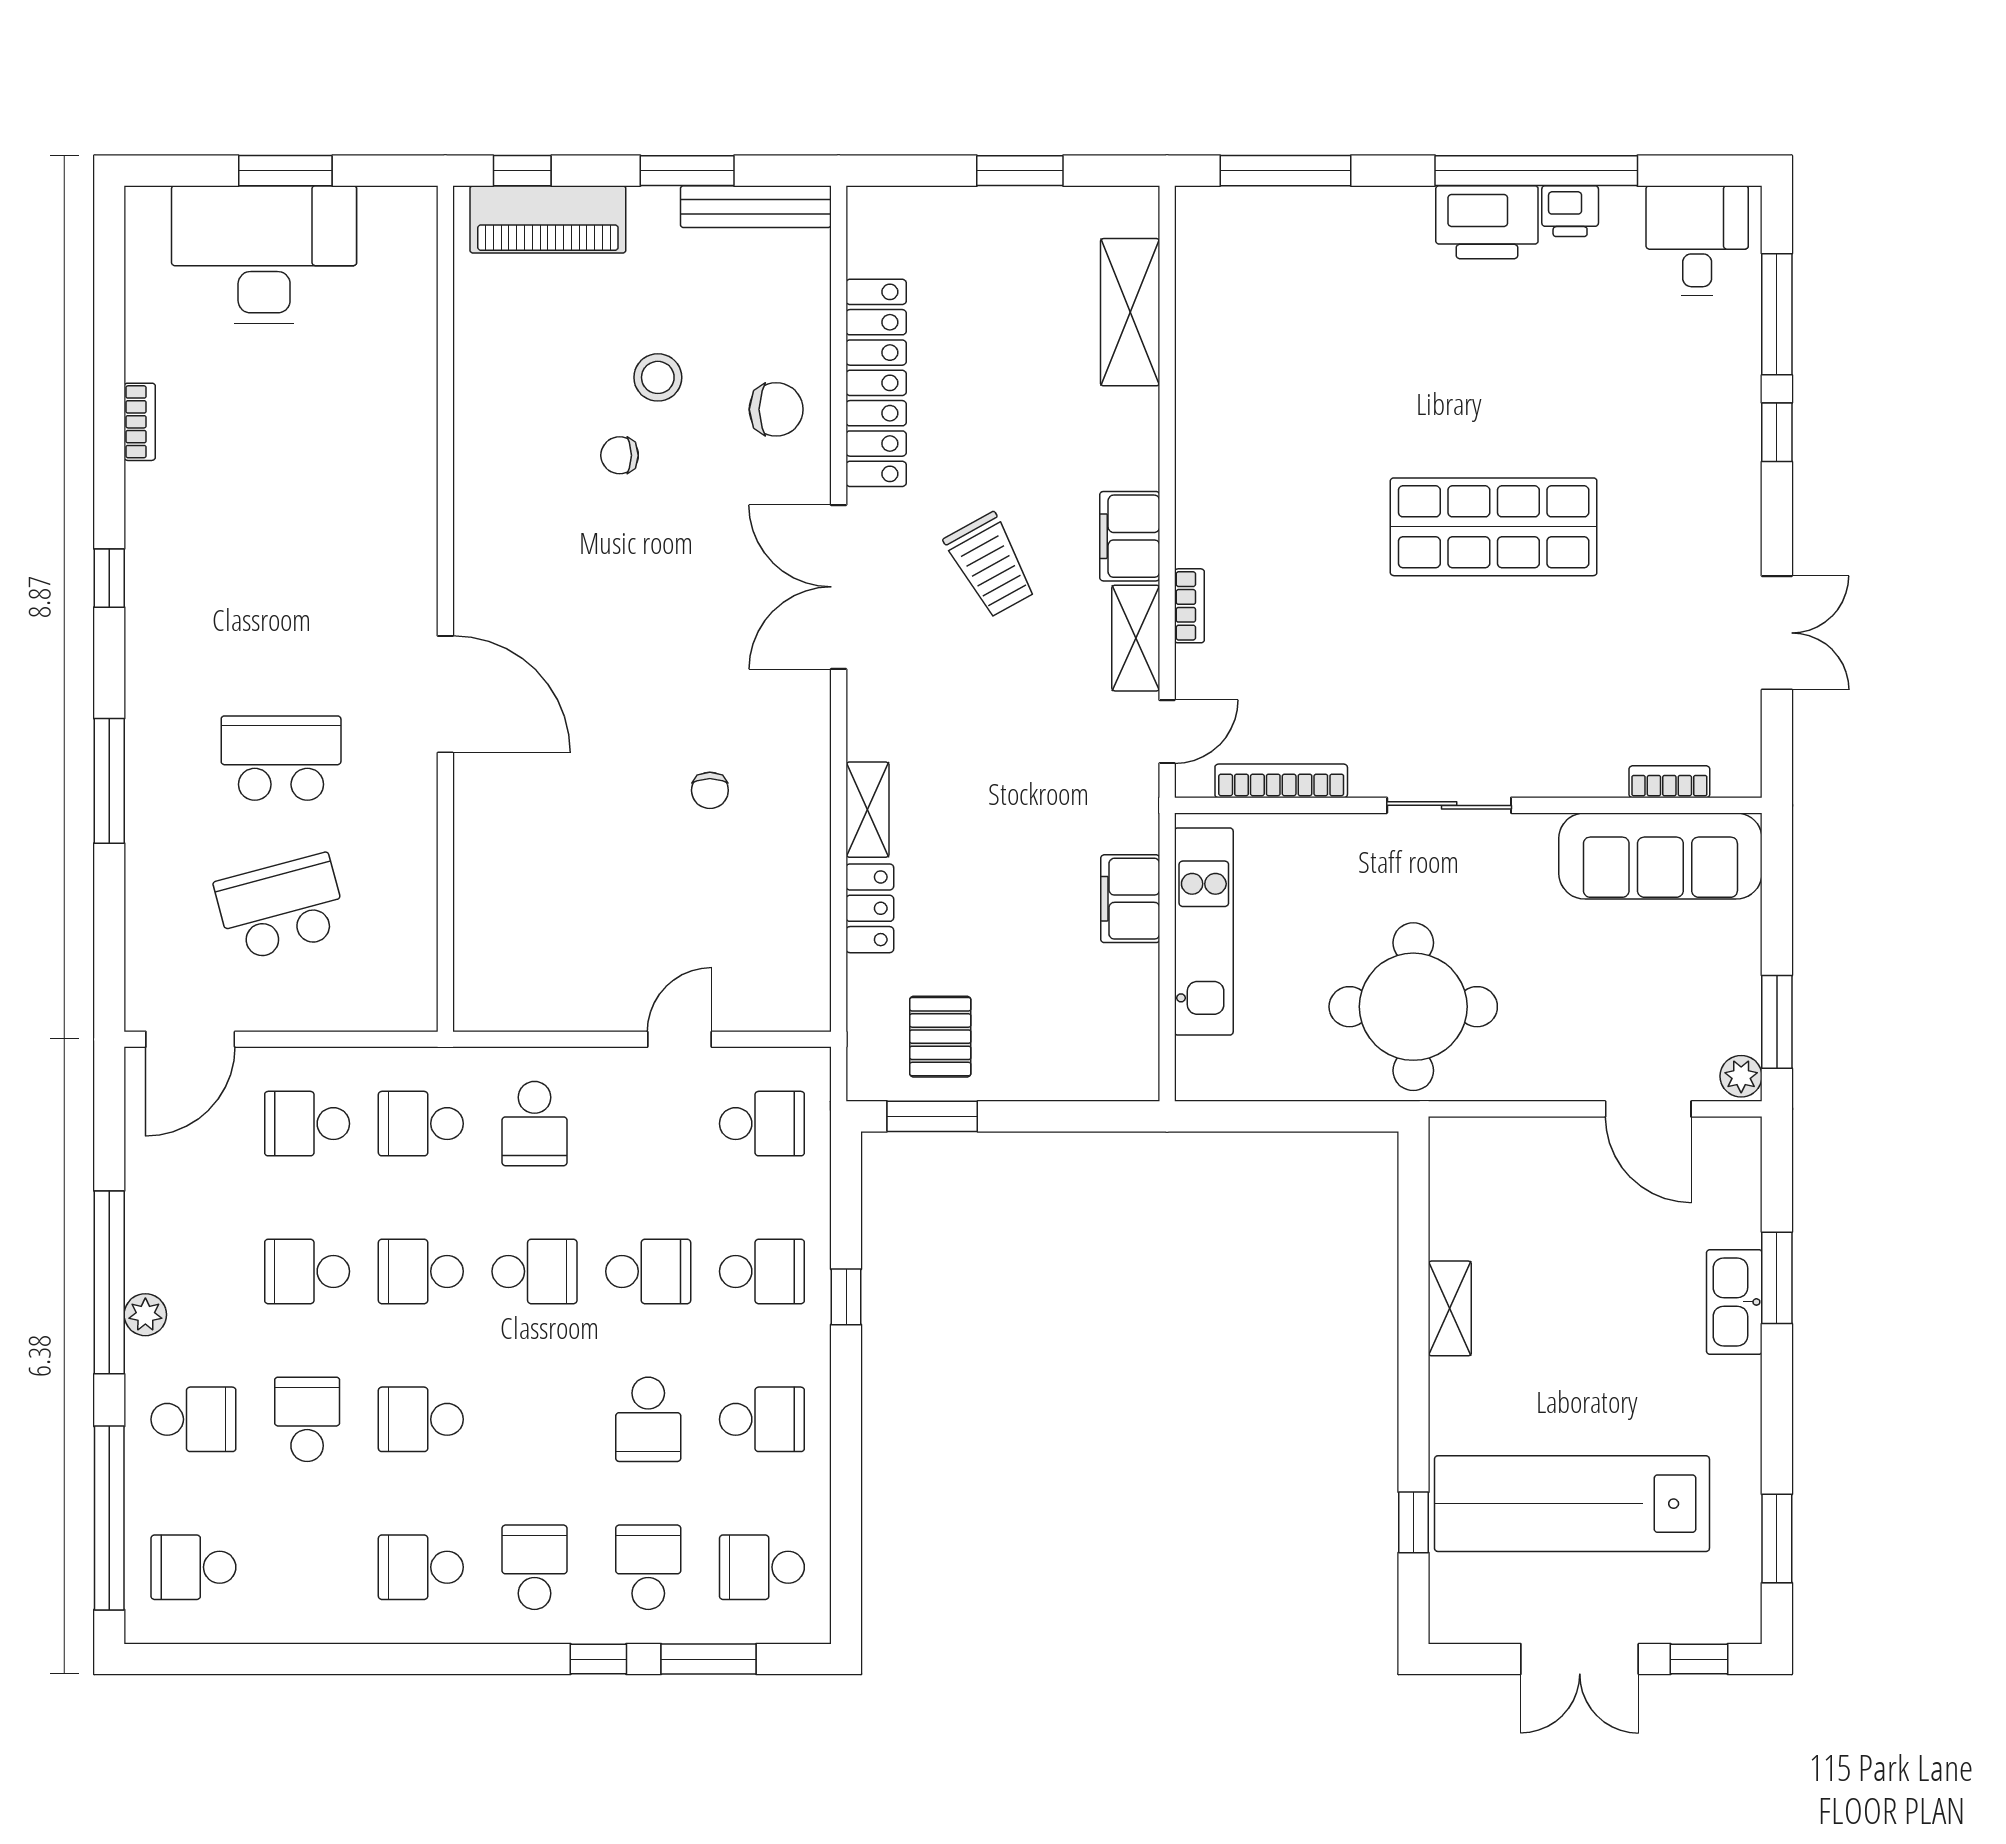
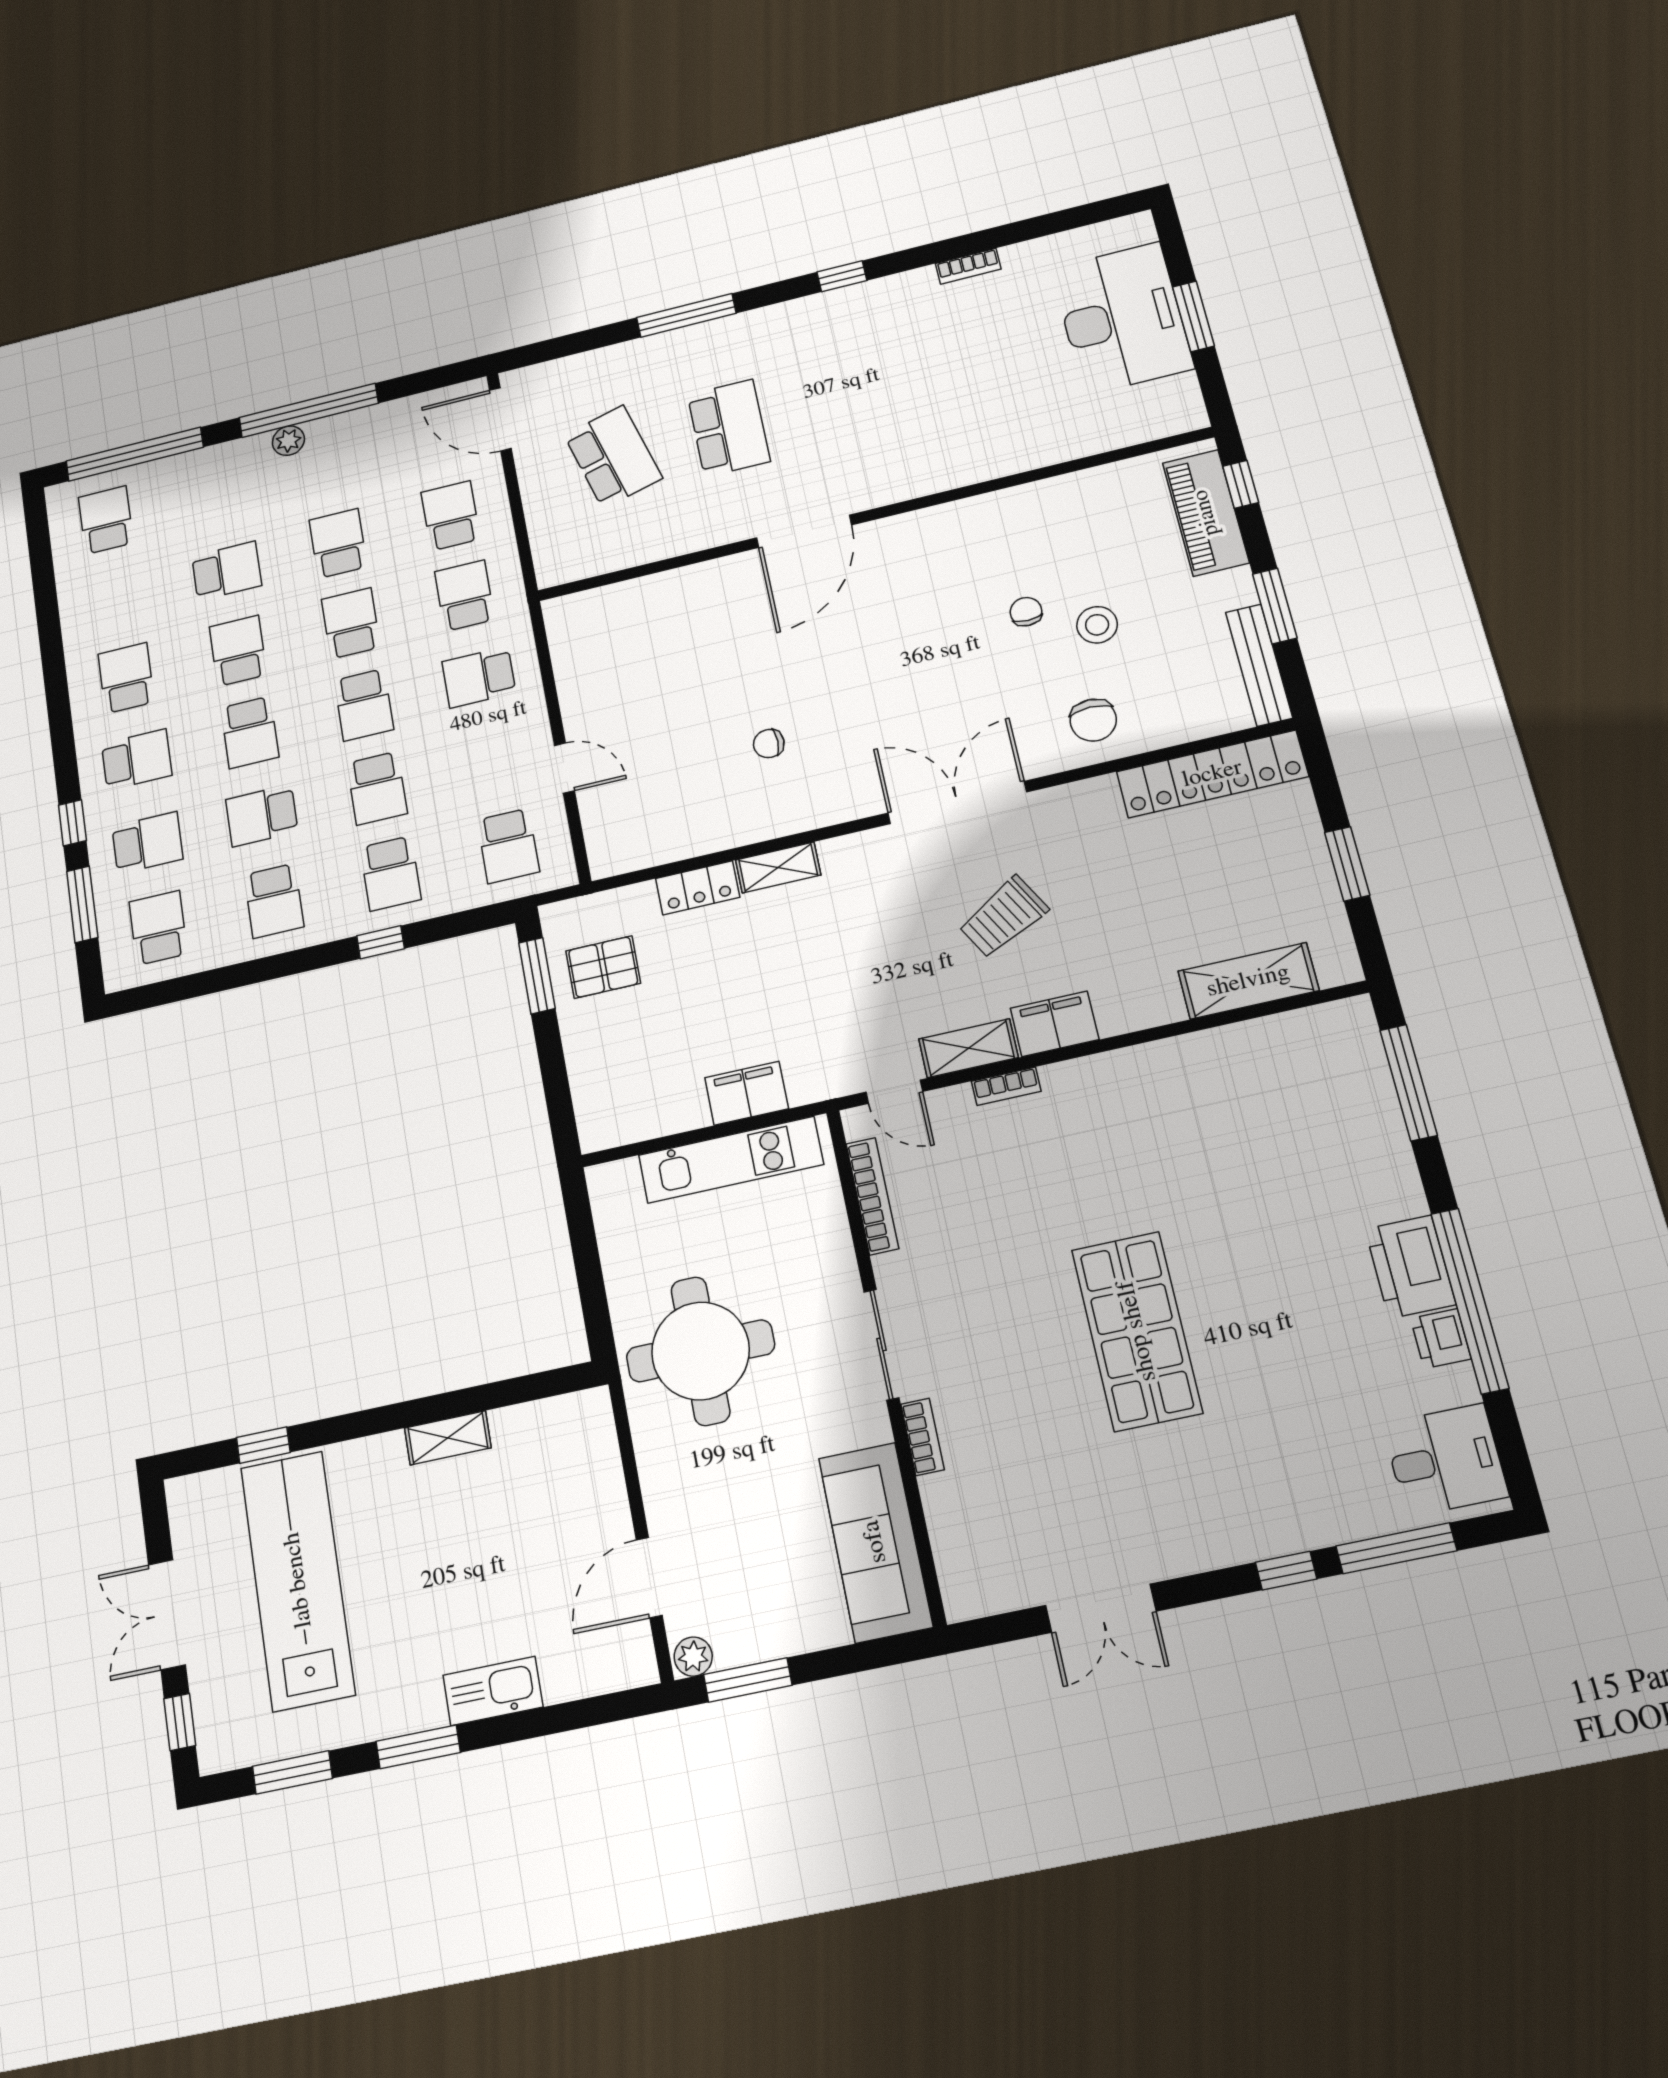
locker: (876, 383) -> (1212, 774), moved
bookcase: (1669, 782) -> (923, 1437), moved
window: (1777, 1278) -> (418, 1747), moved
school desk: (193, 1419) -> (250, 732), moved

